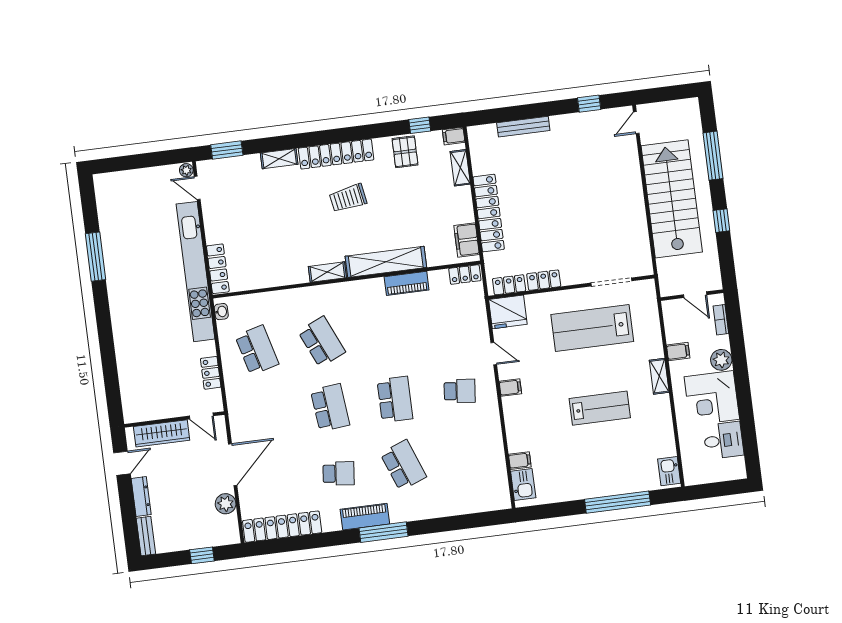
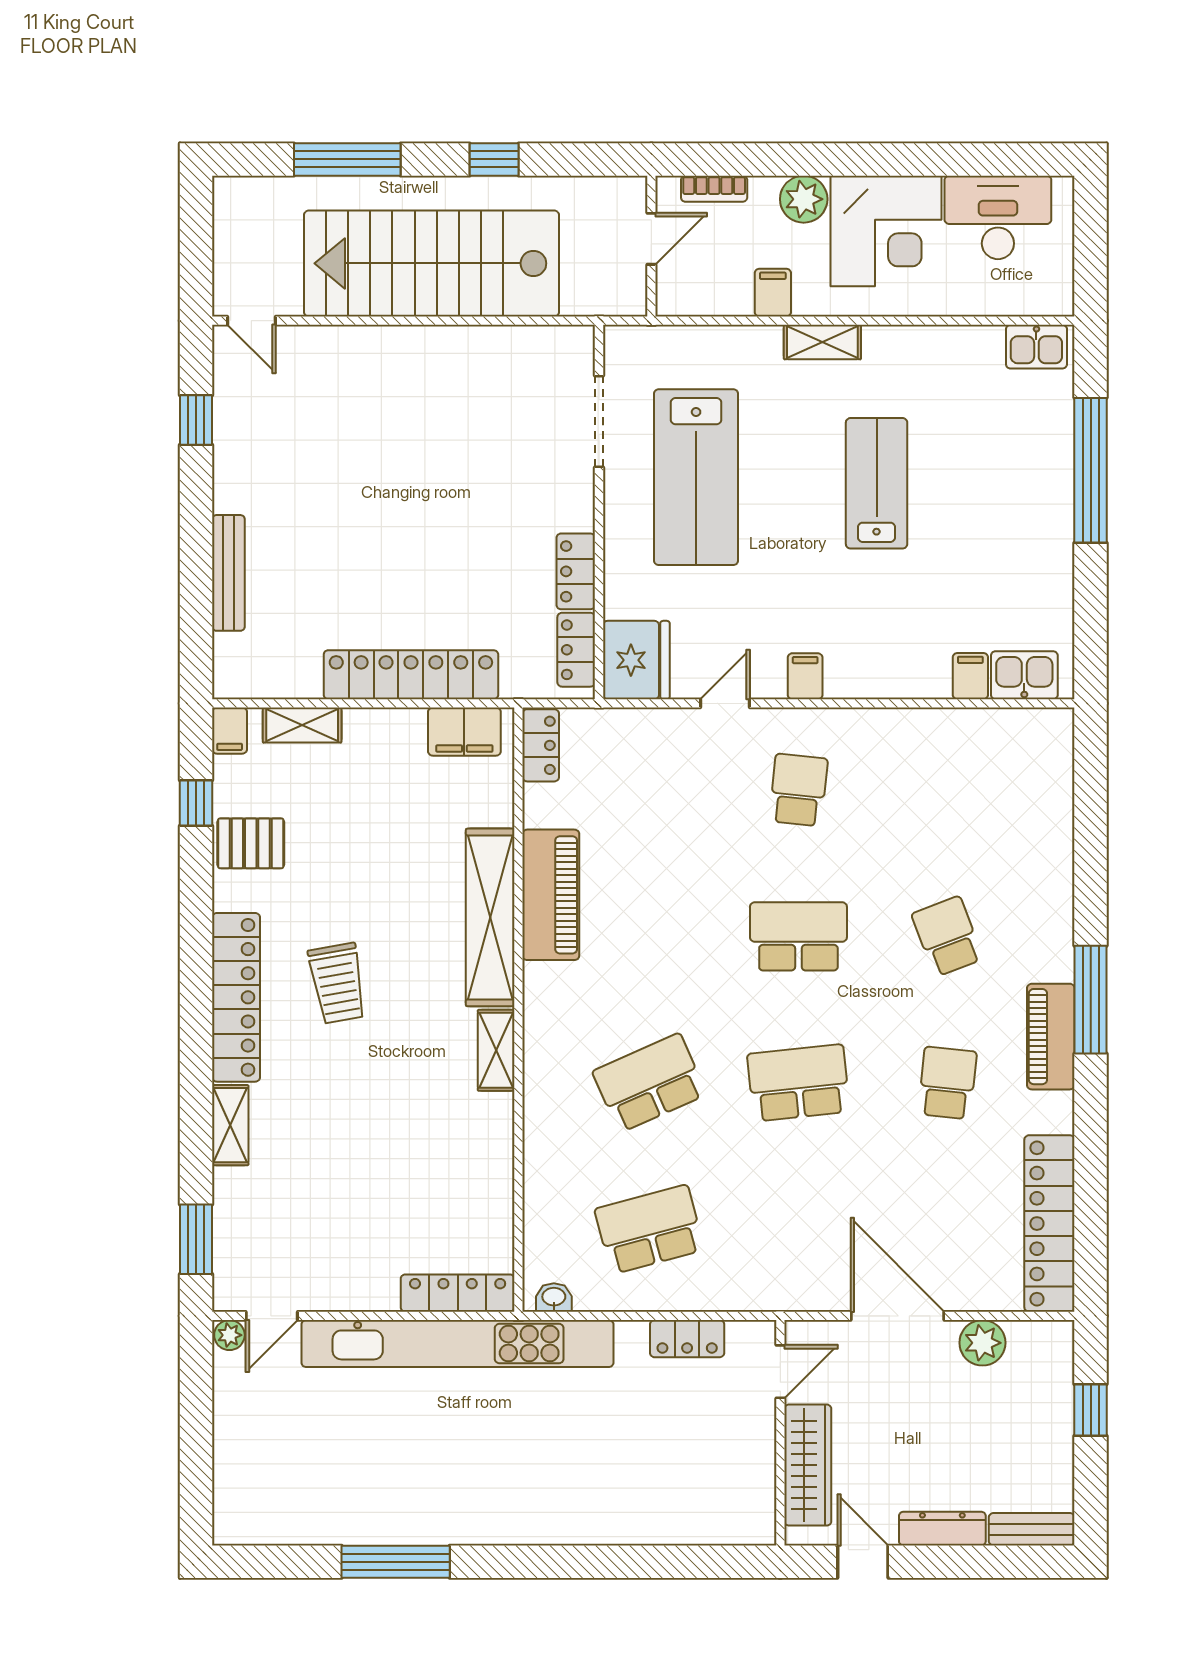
piano: (407, 283) -> (551, 895), width x1.37, depth x1.33
desk: (723, 440) -> (998, 217), width x1.37
school desk: (403, 465) -> (947, 936), width x0.54

